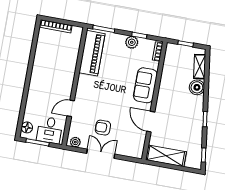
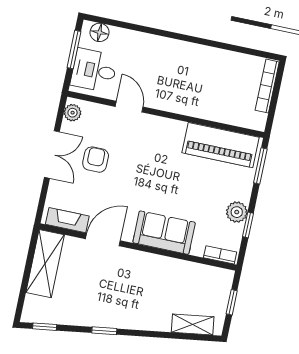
boiler: (197, 87) -> (158, 319), removed
fireplace: (140, 143) -> (67, 220), added

